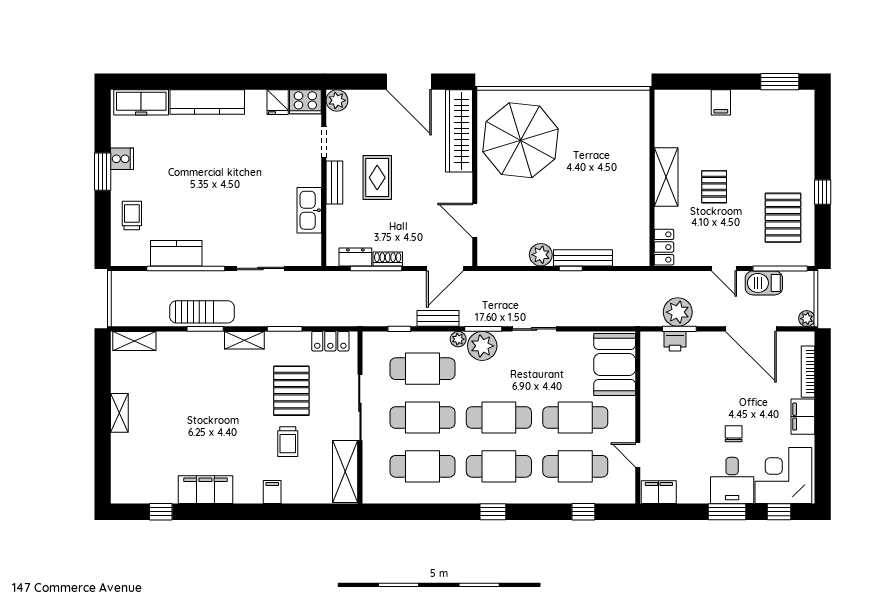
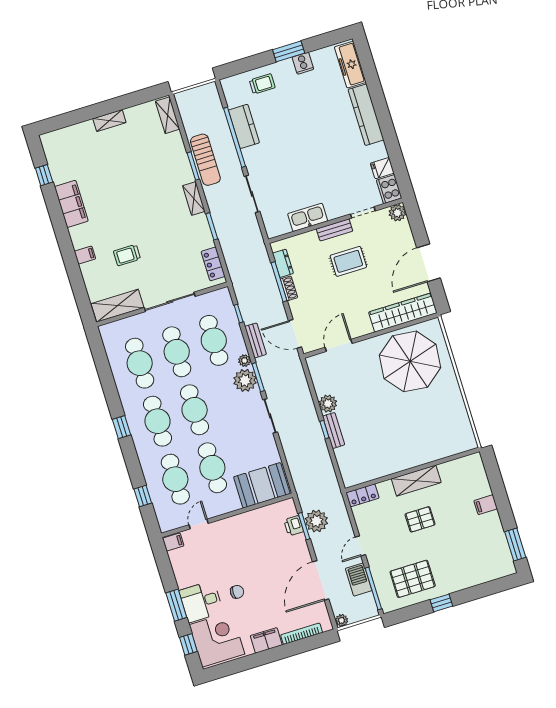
bench: (583, 258) -> (334, 430), width x0.73
pallet: (291, 391) -> (166, 246), removed
filing cabinet: (659, 492) -> (173, 542), width x0.50

